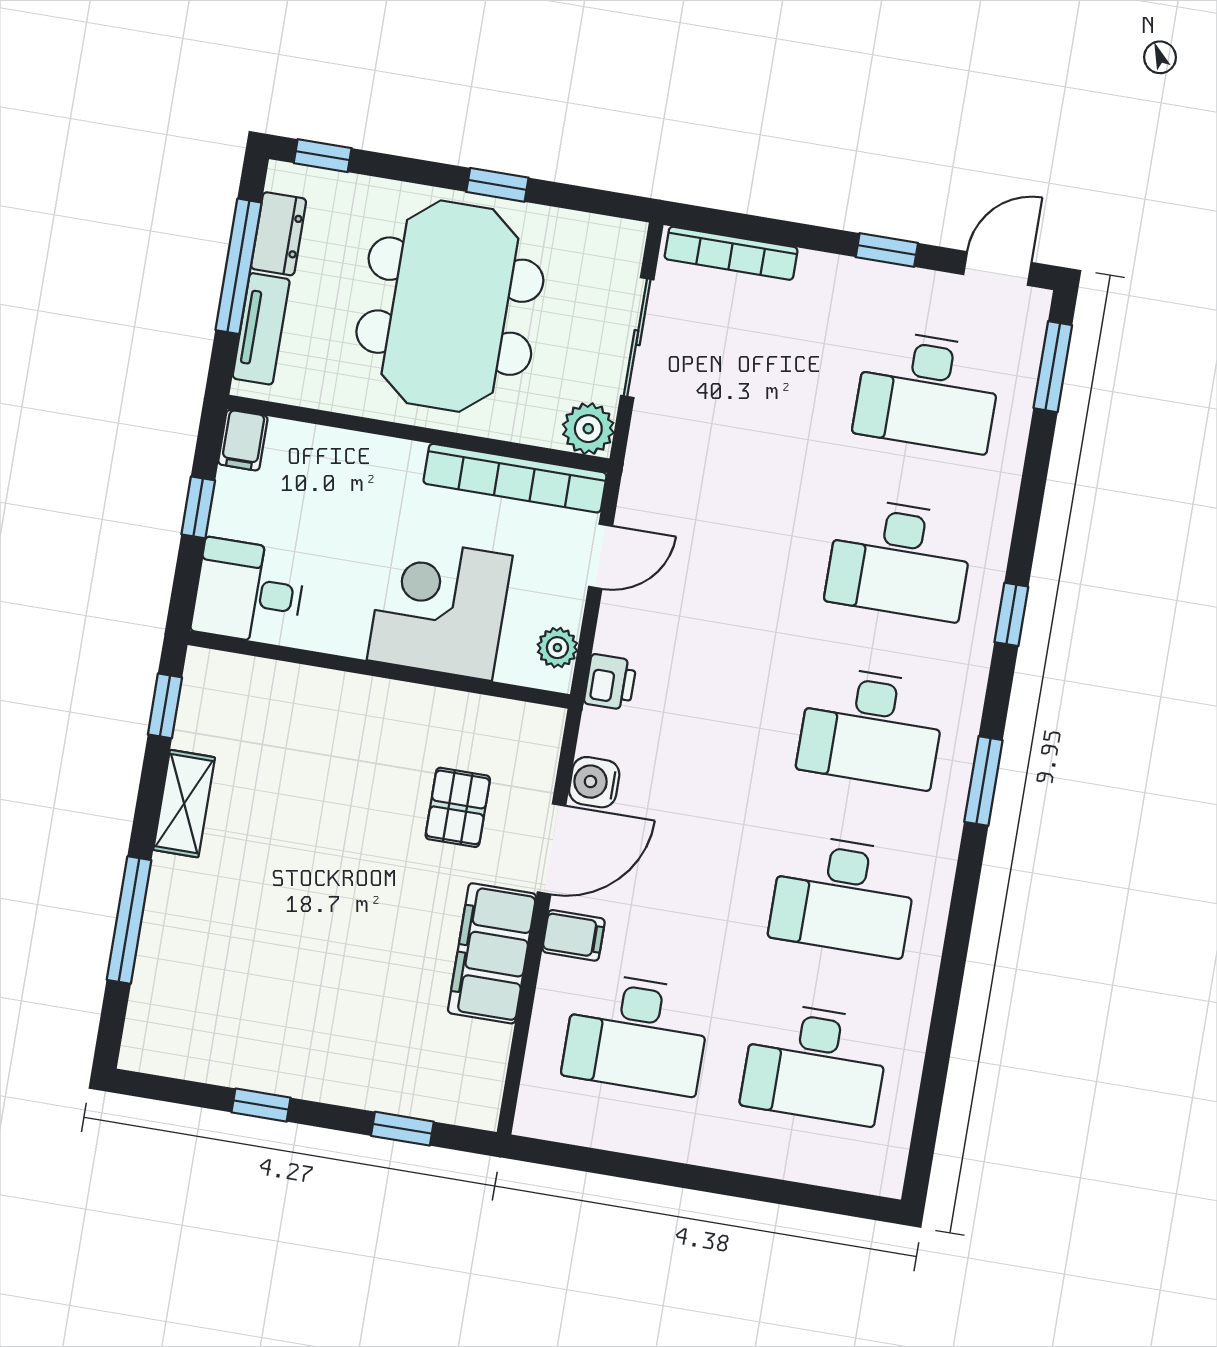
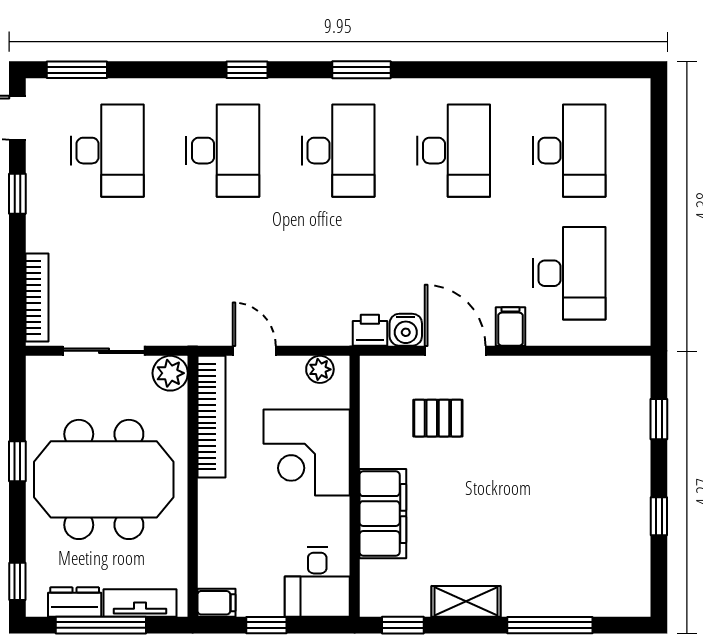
printer: (610, 682) -> (370, 330), moved
filing cabinet: (492, 953) -> (383, 514), moved, turned -90

